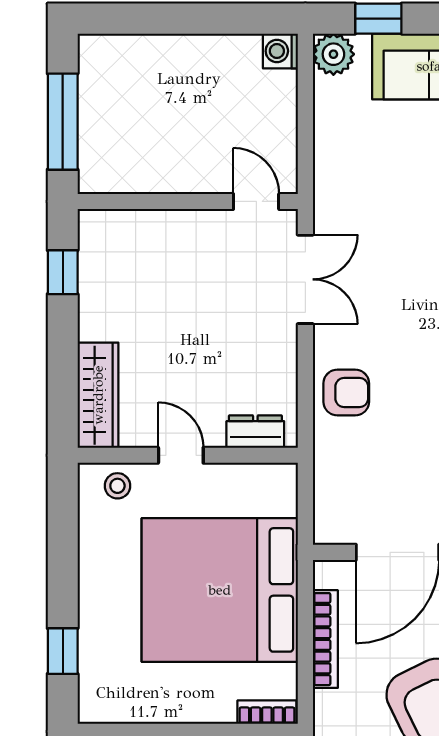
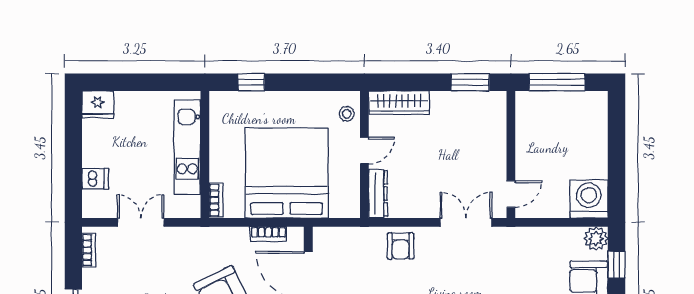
washing machine: (280, 51) -> (589, 199), width x1.89, depth x1.89
window: (63, 272) -> (470, 82), width x1.50
double door: (305, 279) -> (466, 222), swing flipped
dresser: (255, 432) -> (378, 194), width x1.44
bookcase: (325, 639) -> (268, 234), width x0.64

